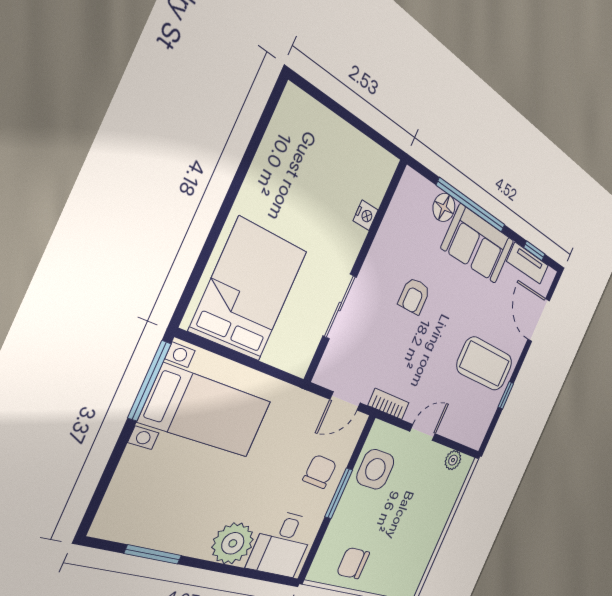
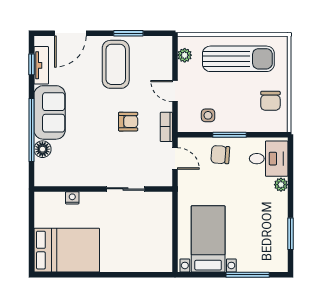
bed: (249, 290) -> (67, 250), moved, turned 180
armchair: (414, 296) -> (128, 122), moved
window: (149, 381) -> (248, 275), moved
window: (506, 395) -> (128, 33), width x1.50
side table: (375, 469) -> (208, 115), width x0.54, depth x0.54
sun lounger: (418, 531) -> (238, 59), added
plant: (233, 543) -> (281, 185), width x0.53, depth x0.53

